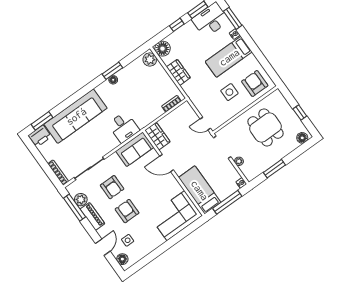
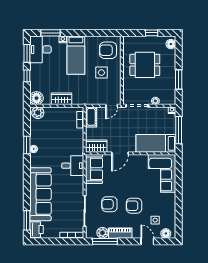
cot: (181, 112) -> (91, 117), added
armchair: (112, 187) -> (109, 204), turned 180

